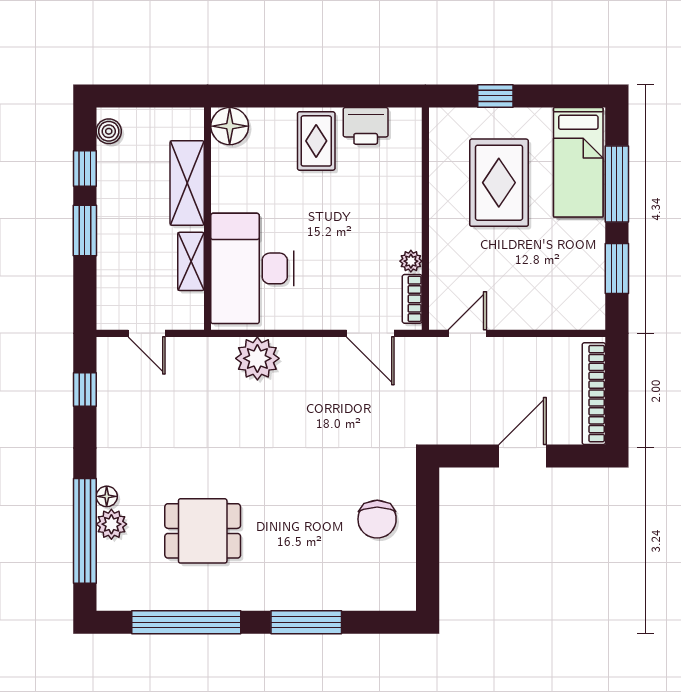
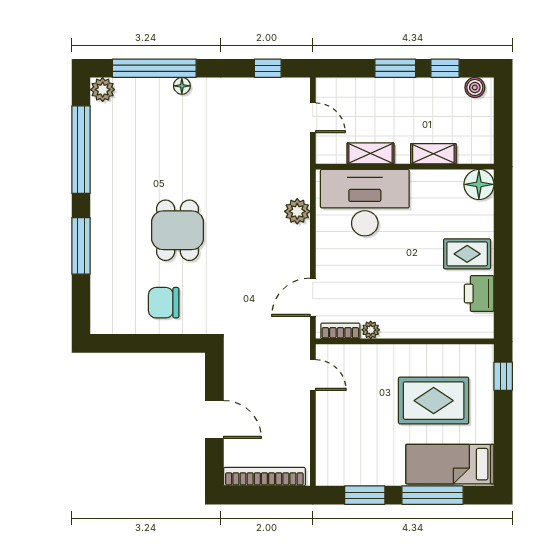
window: (495, 96) -> (503, 376), moved
shelving: (187, 183) -> (433, 154), width x0.67, depth x0.75
door: (147, 333) -> (313, 118), swing flipped
plant: (257, 358) -> (297, 211), width x0.73, depth x0.73
plant: (111, 524) -> (103, 90), moved
dining table: (203, 531) -> (177, 230), moved

